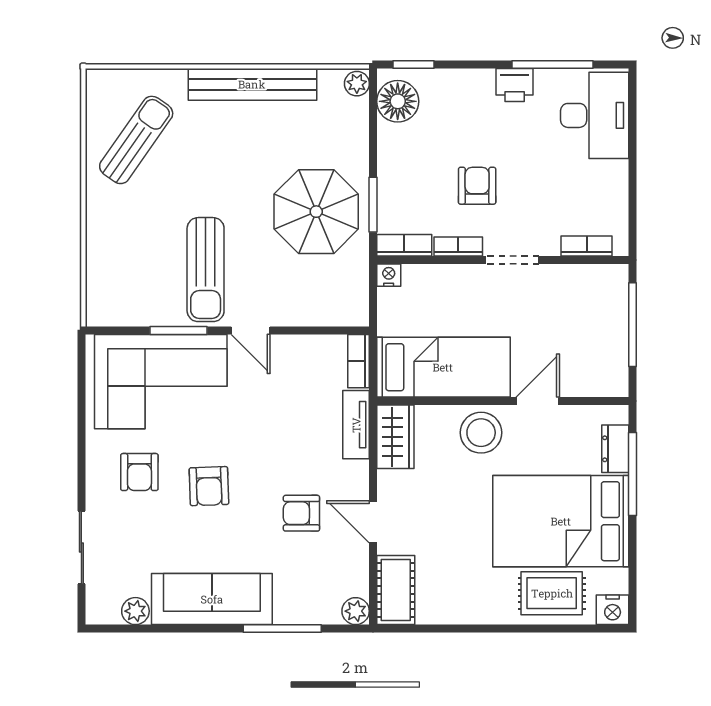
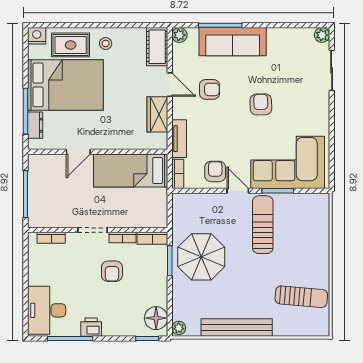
sun lounger: (136, 140) -> (301, 297), turned -120
nightstand: (389, 275) -> (161, 222), removed
stool: (481, 433) -> (106, 43), moved, width x0.53, depth x0.53
wardrobe: (395, 437) -> (157, 114), moved
armchair: (139, 472) -> (215, 171), moved
sofa: (212, 599) -> (233, 42), moved
plant: (135, 611) -> (322, 35), moved

